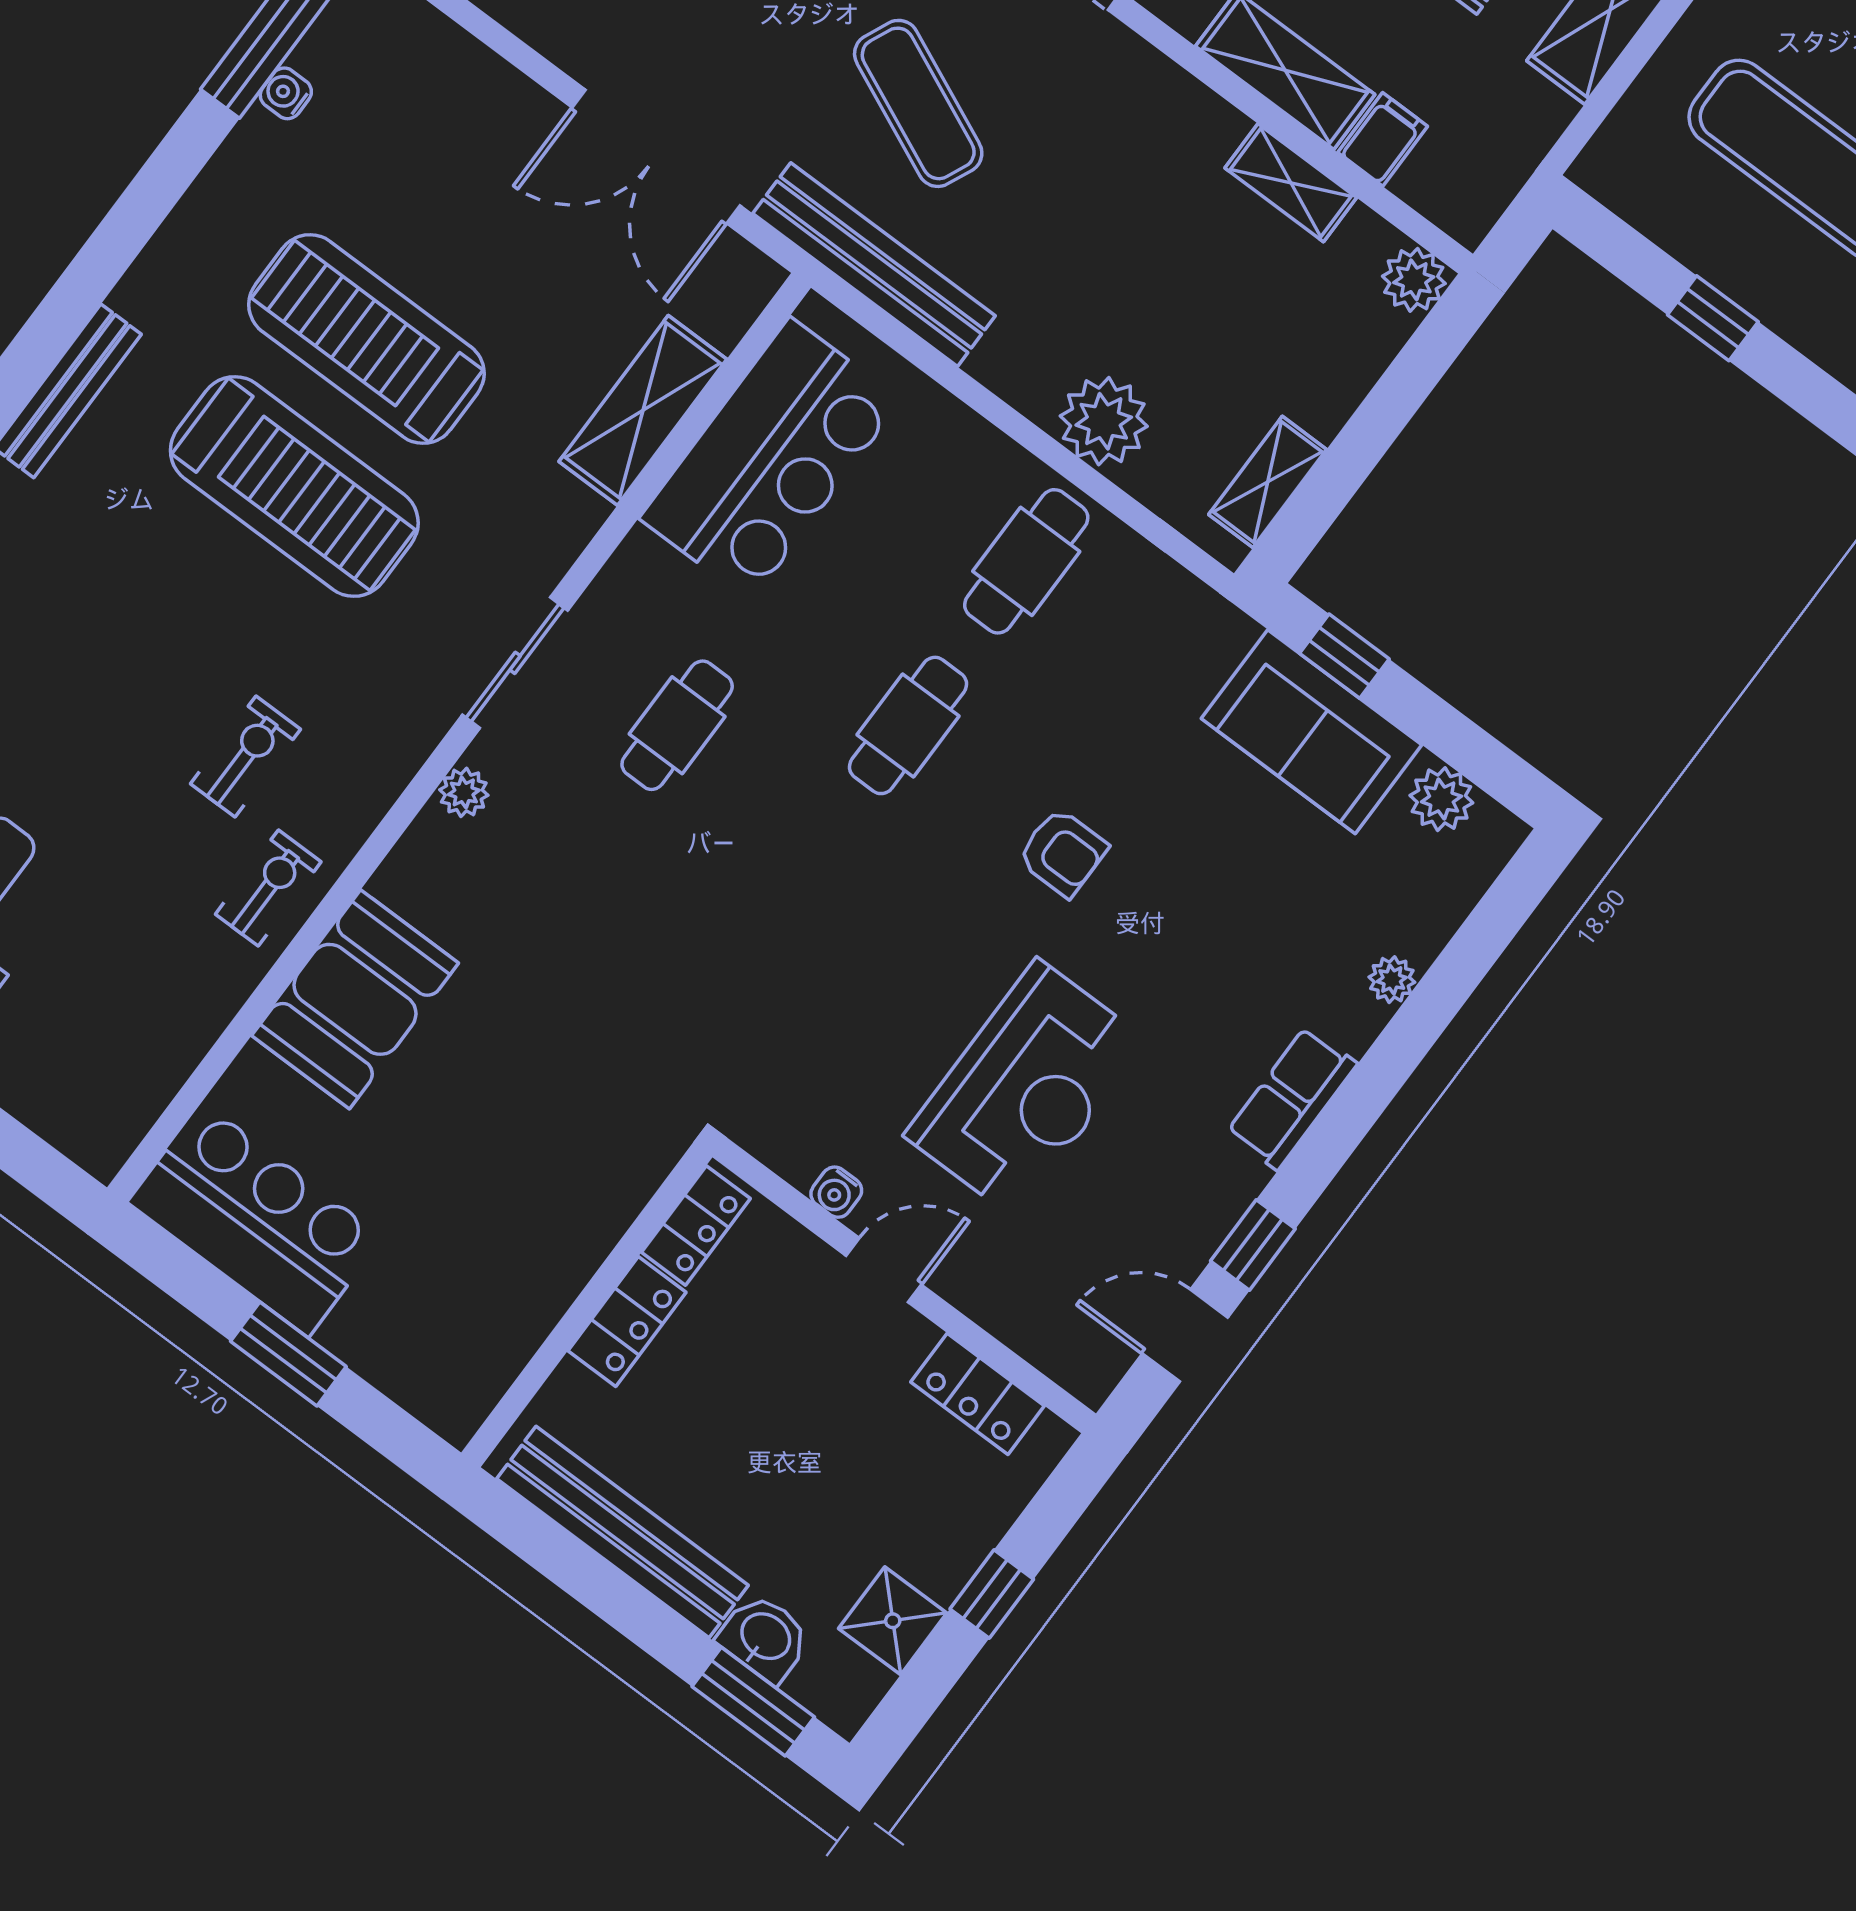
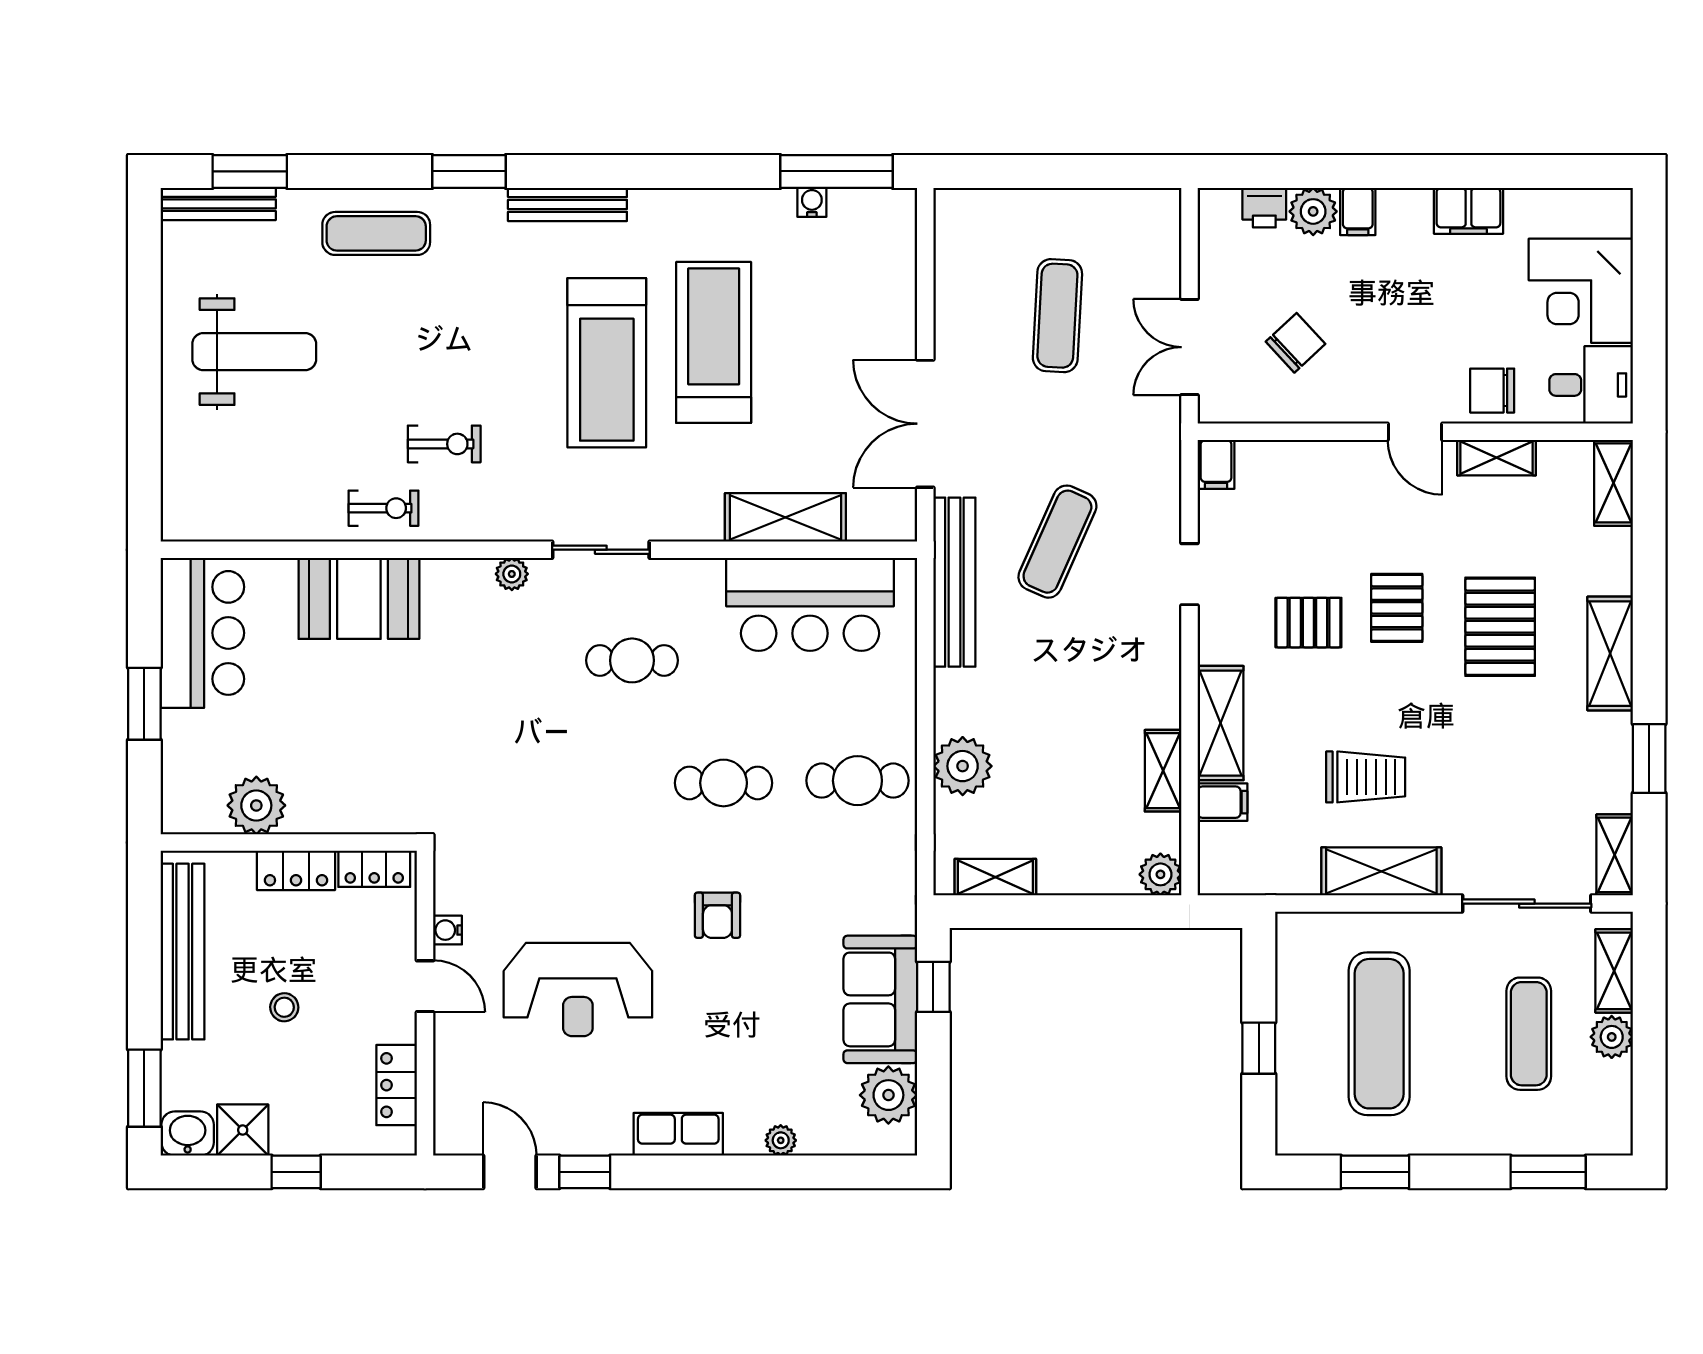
plant: (1441, 799) -> (888, 1095), width x1.36, depth x1.36
plant: (513, 1311) -> (256, 805), added
stool: (782, 1459) -> (284, 1007), added
washbasin: (765, 1638) -> (188, 1134), moved, turned -90

